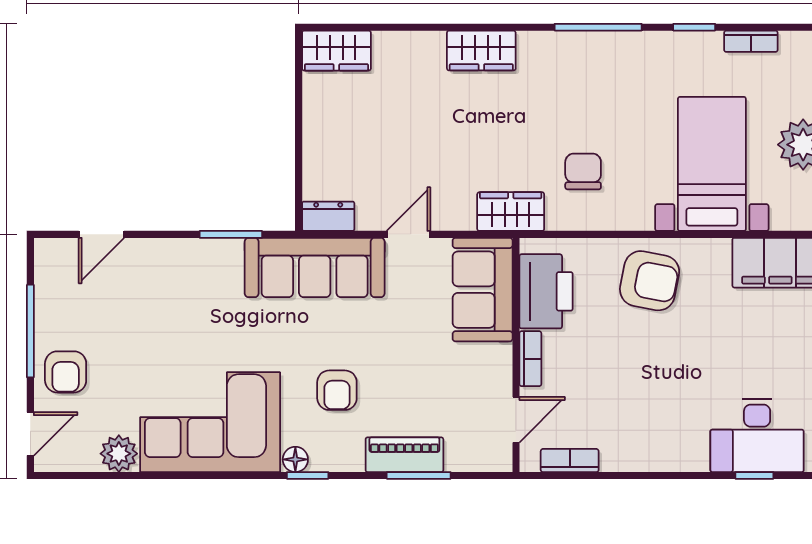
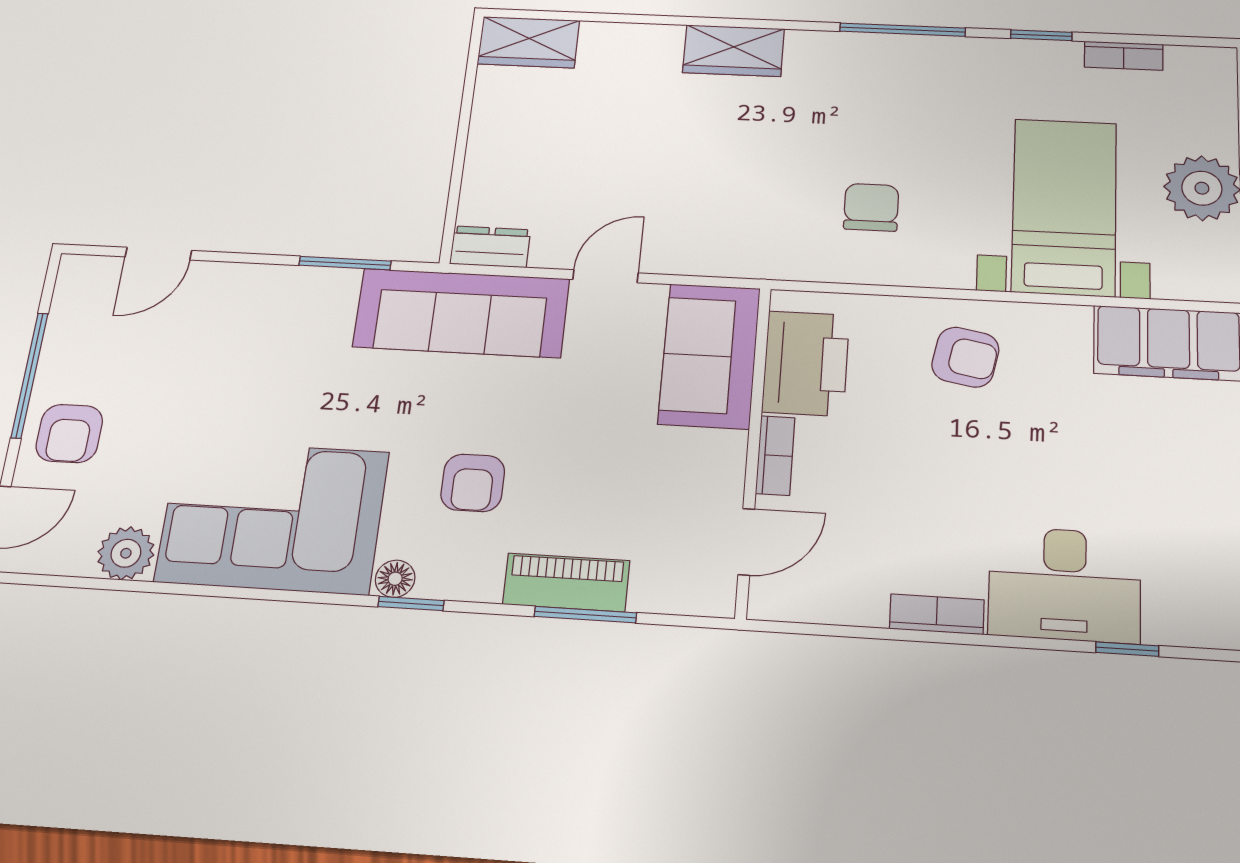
wardrobe: (511, 212) -> (760, 254), removed
armchair: (650, 281) -> (965, 357), width x0.72, depth x0.72
desk: (757, 435) -> (1065, 584), moved
bookcase: (570, 461) -> (937, 614), moved

